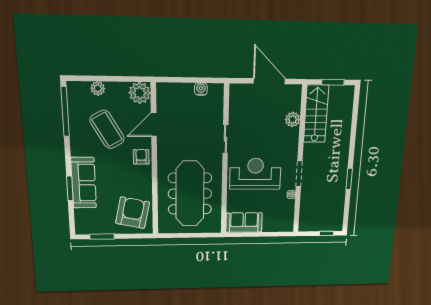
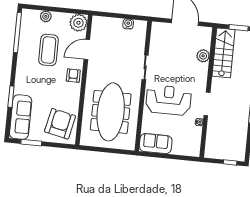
coffee table: (107, 129) -> (49, 50), turned 30
sofa: (84, 183) -> (21, 117), moved

